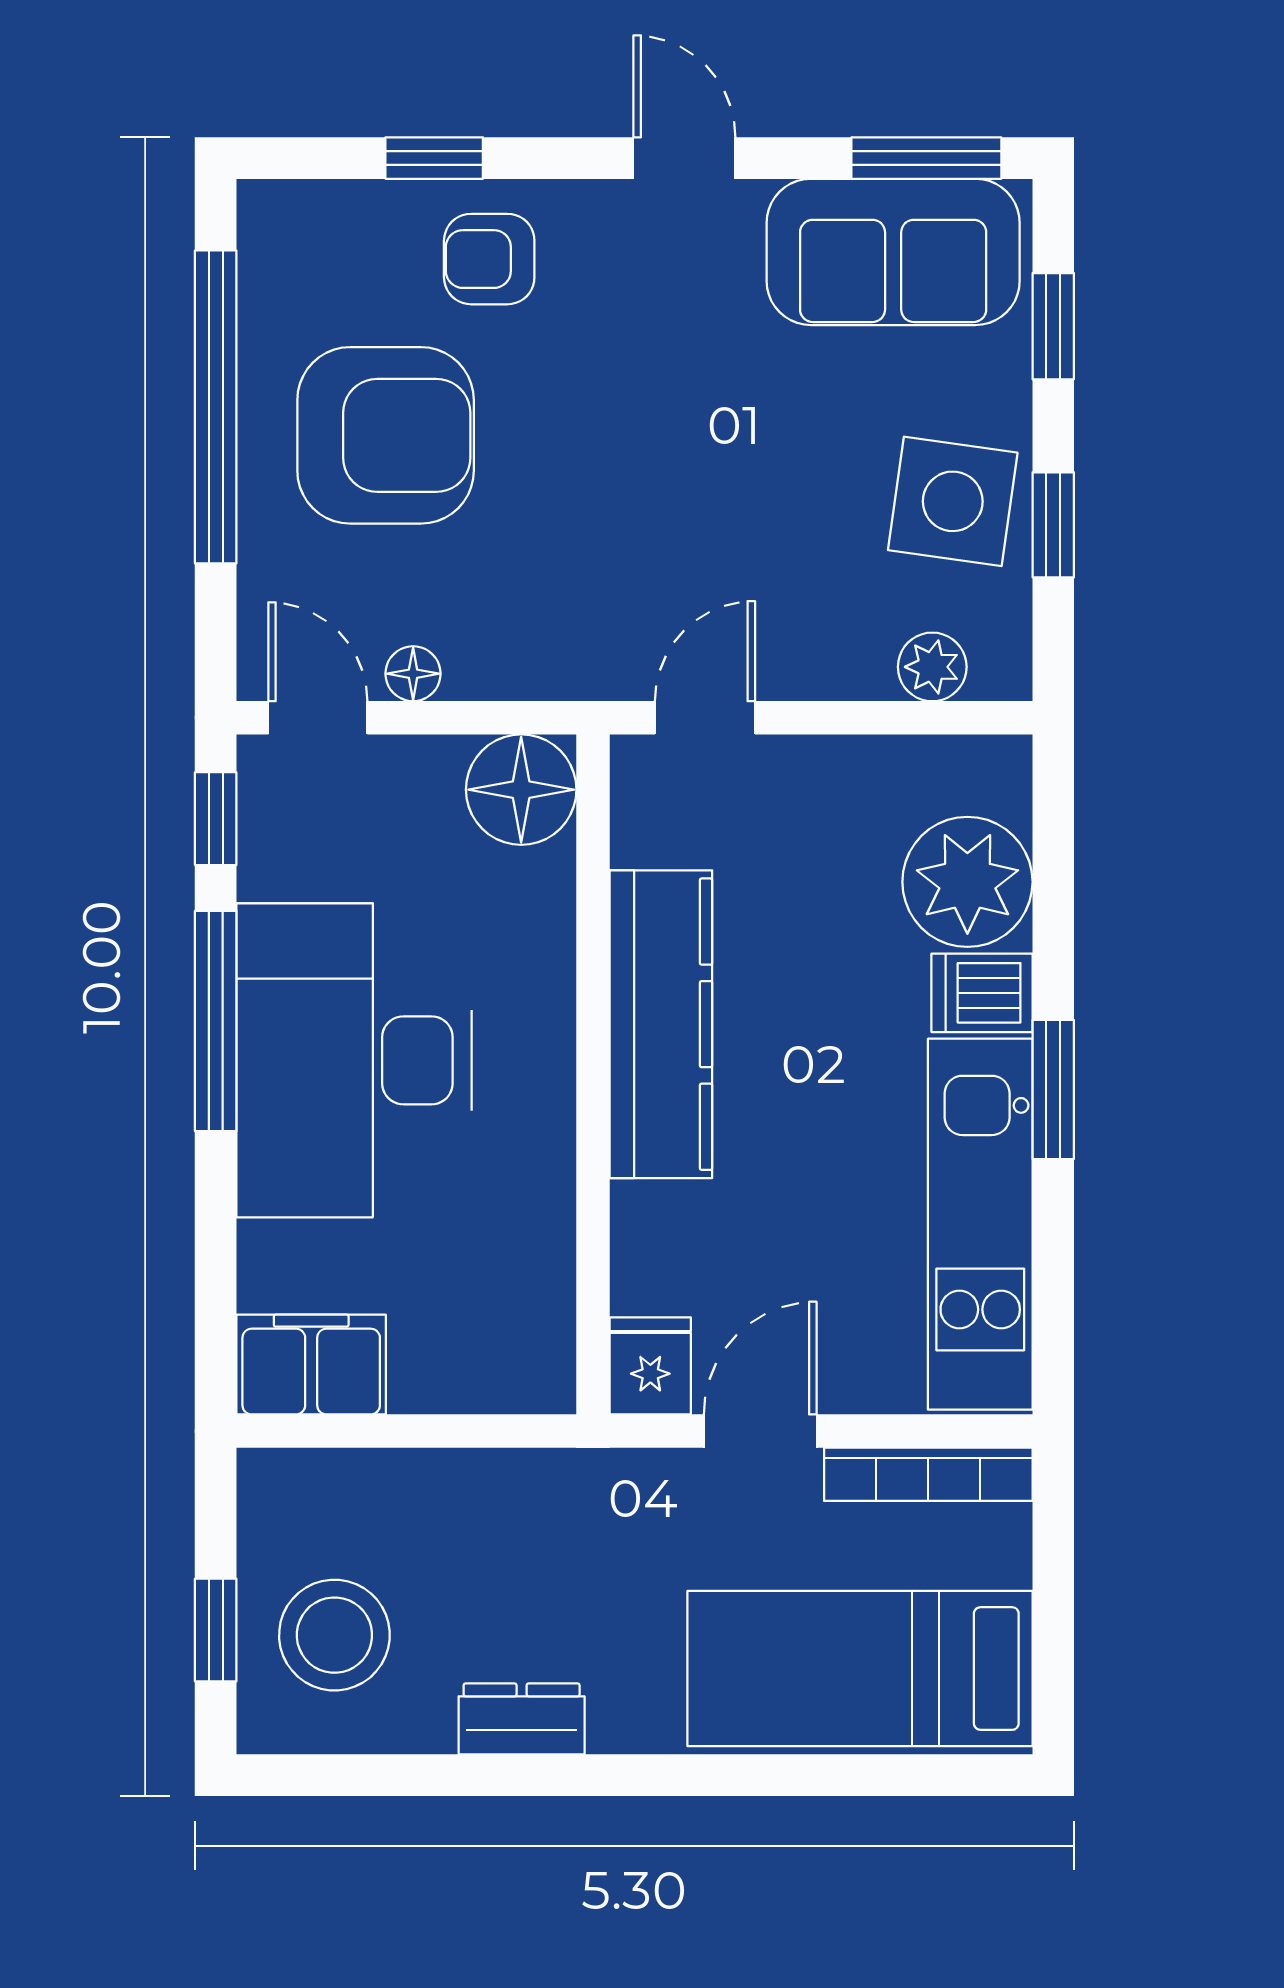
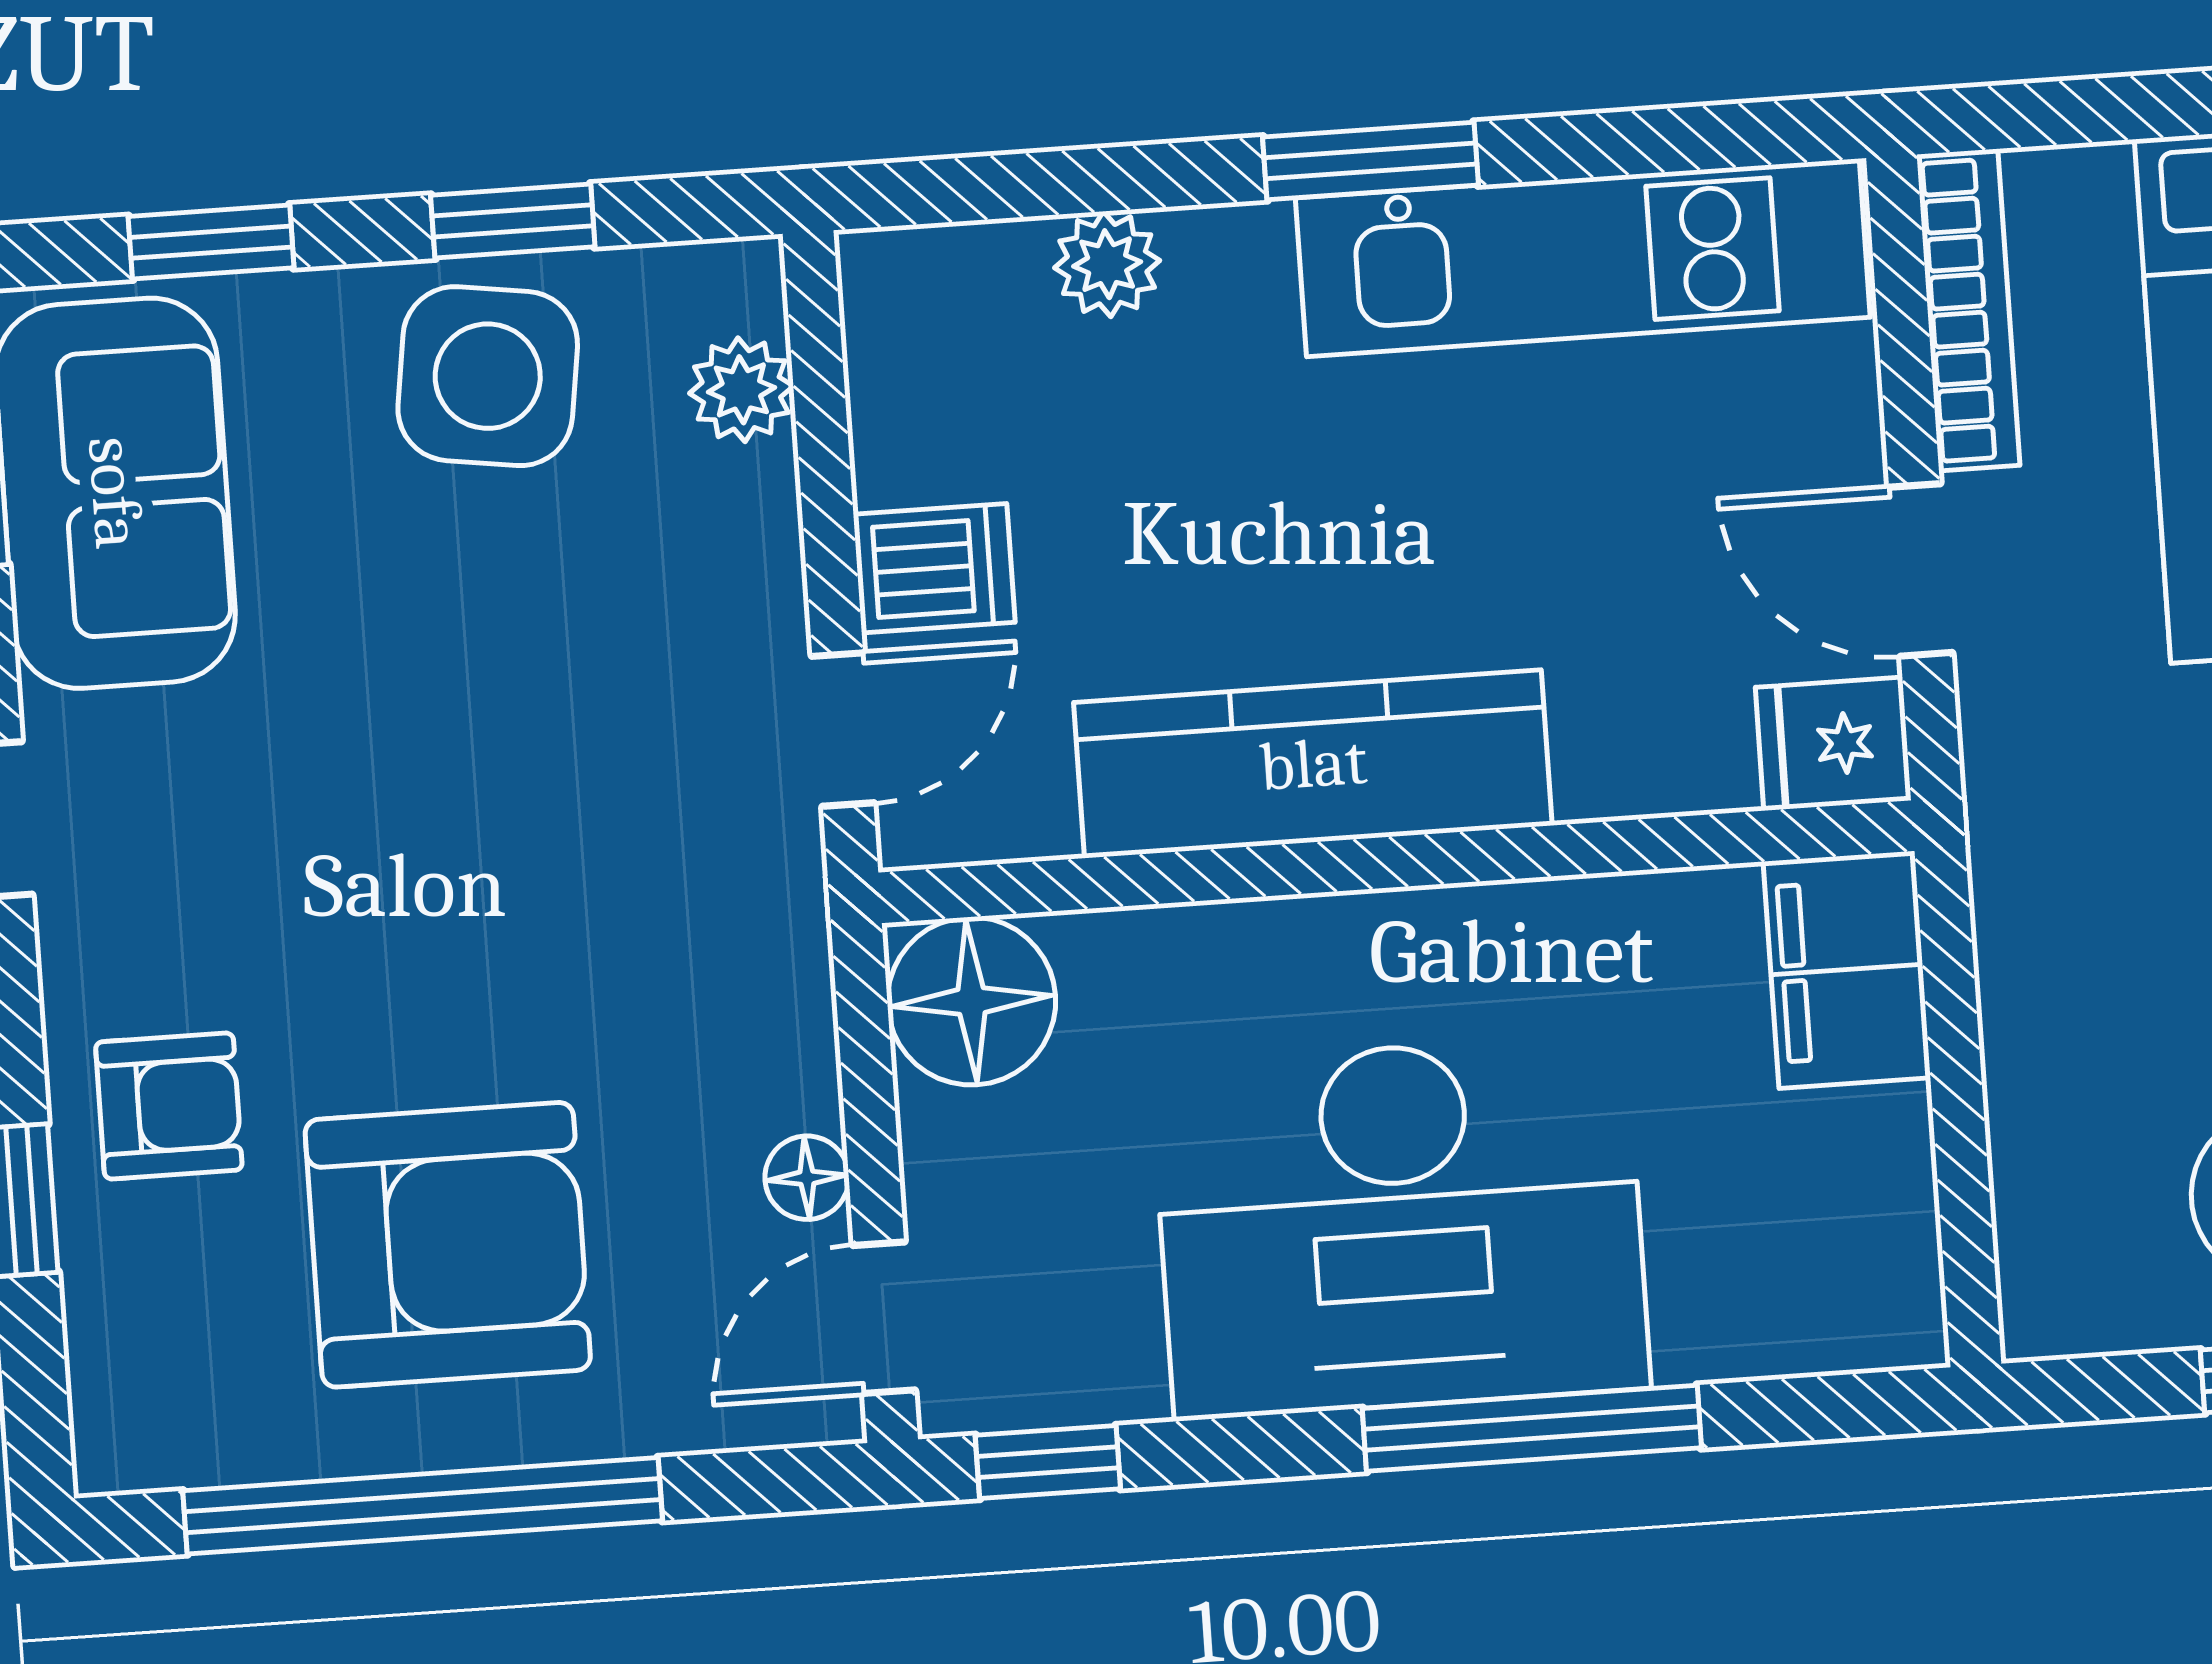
armchair: (489, 259) -> (169, 1106), turned -90
armchair: (386, 435) -> (448, 1245), turned 90
door: (705, 718) -> (843, 730), swing flipped
plant: (967, 882) -> (1107, 264), width x0.53, depth x0.53
dishwasher: (982, 993) -> (934, 568), moved, turned -90
window: (216, 1021) -> (1532, 1428), moved
filing cabinet: (311, 1365) -> (1847, 970), moved

